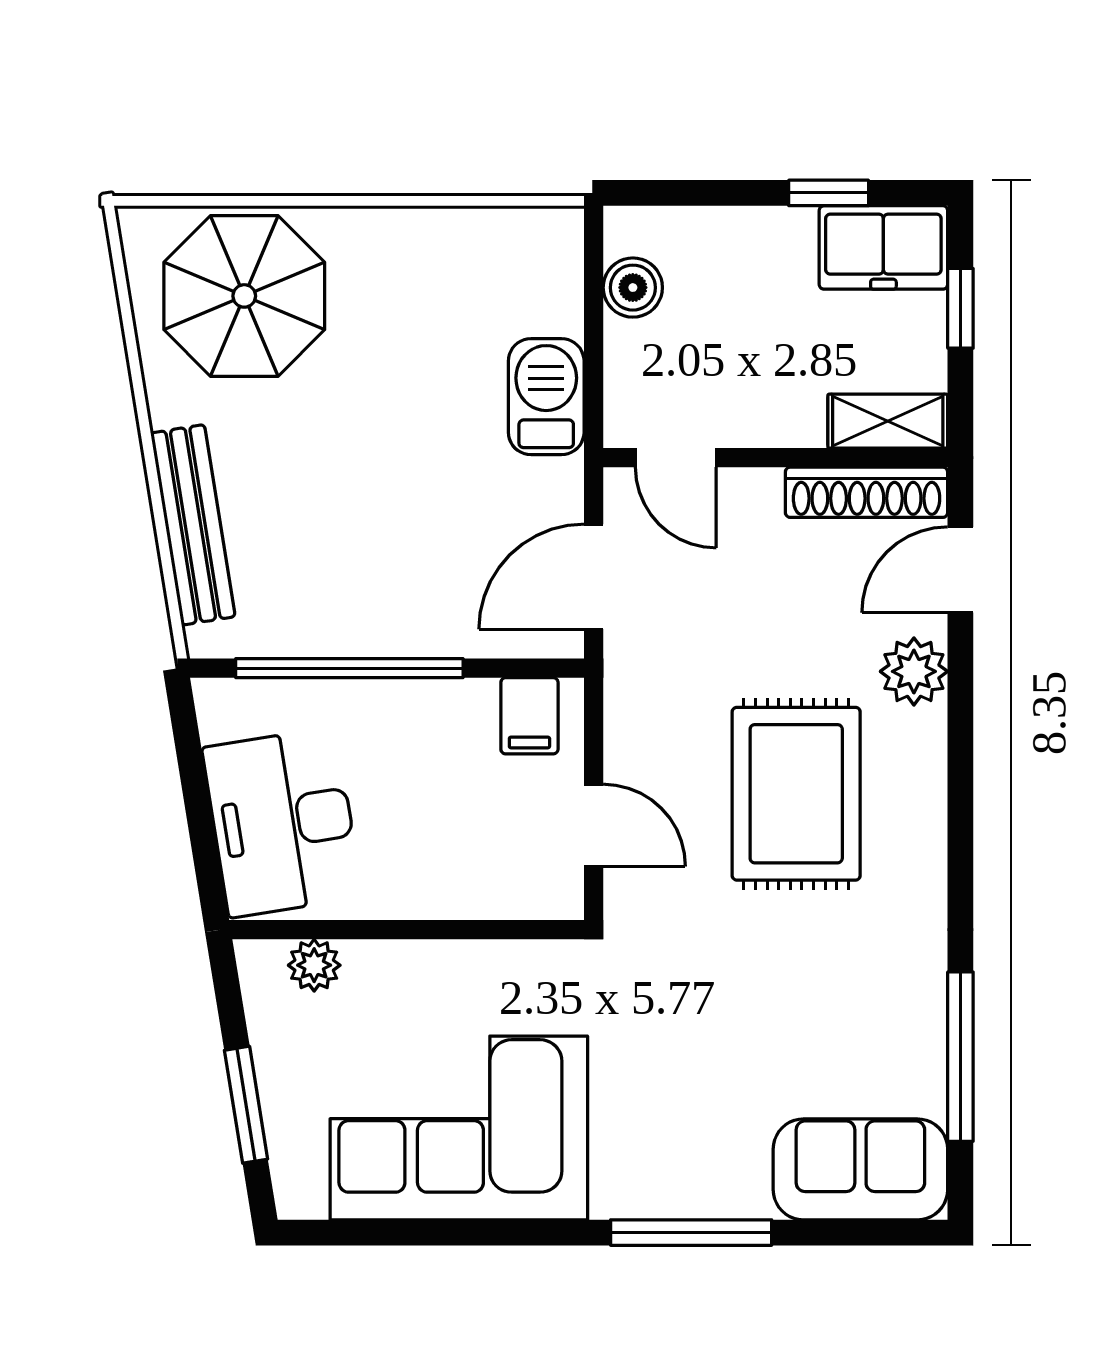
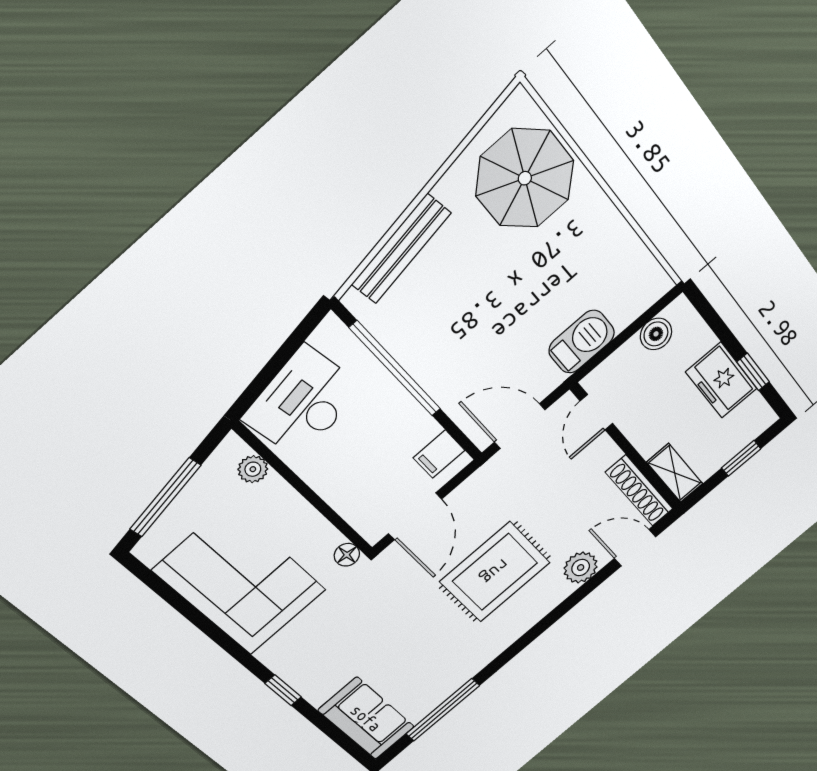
freezer: (883, 247) -> (721, 380), moved
door: (594, 825) -> (415, 516), width x1.38
floor lamp: (562, 962) -> (347, 555), added
window: (246, 1105) -> (165, 497), width x1.44
window: (691, 1233) -> (283, 690), width x0.46

